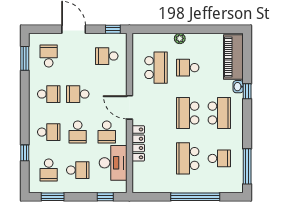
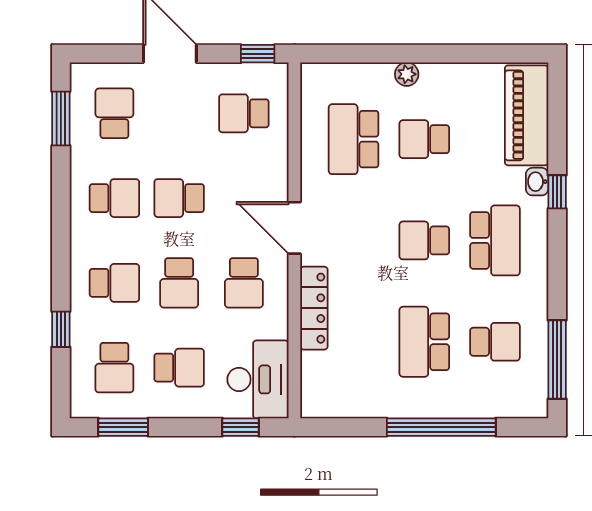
school desk: (156, 68) -> (354, 139), turned 180
school desk: (188, 113) -> (424, 240), width x0.54
desk: (113, 163) -> (258, 379), moved

